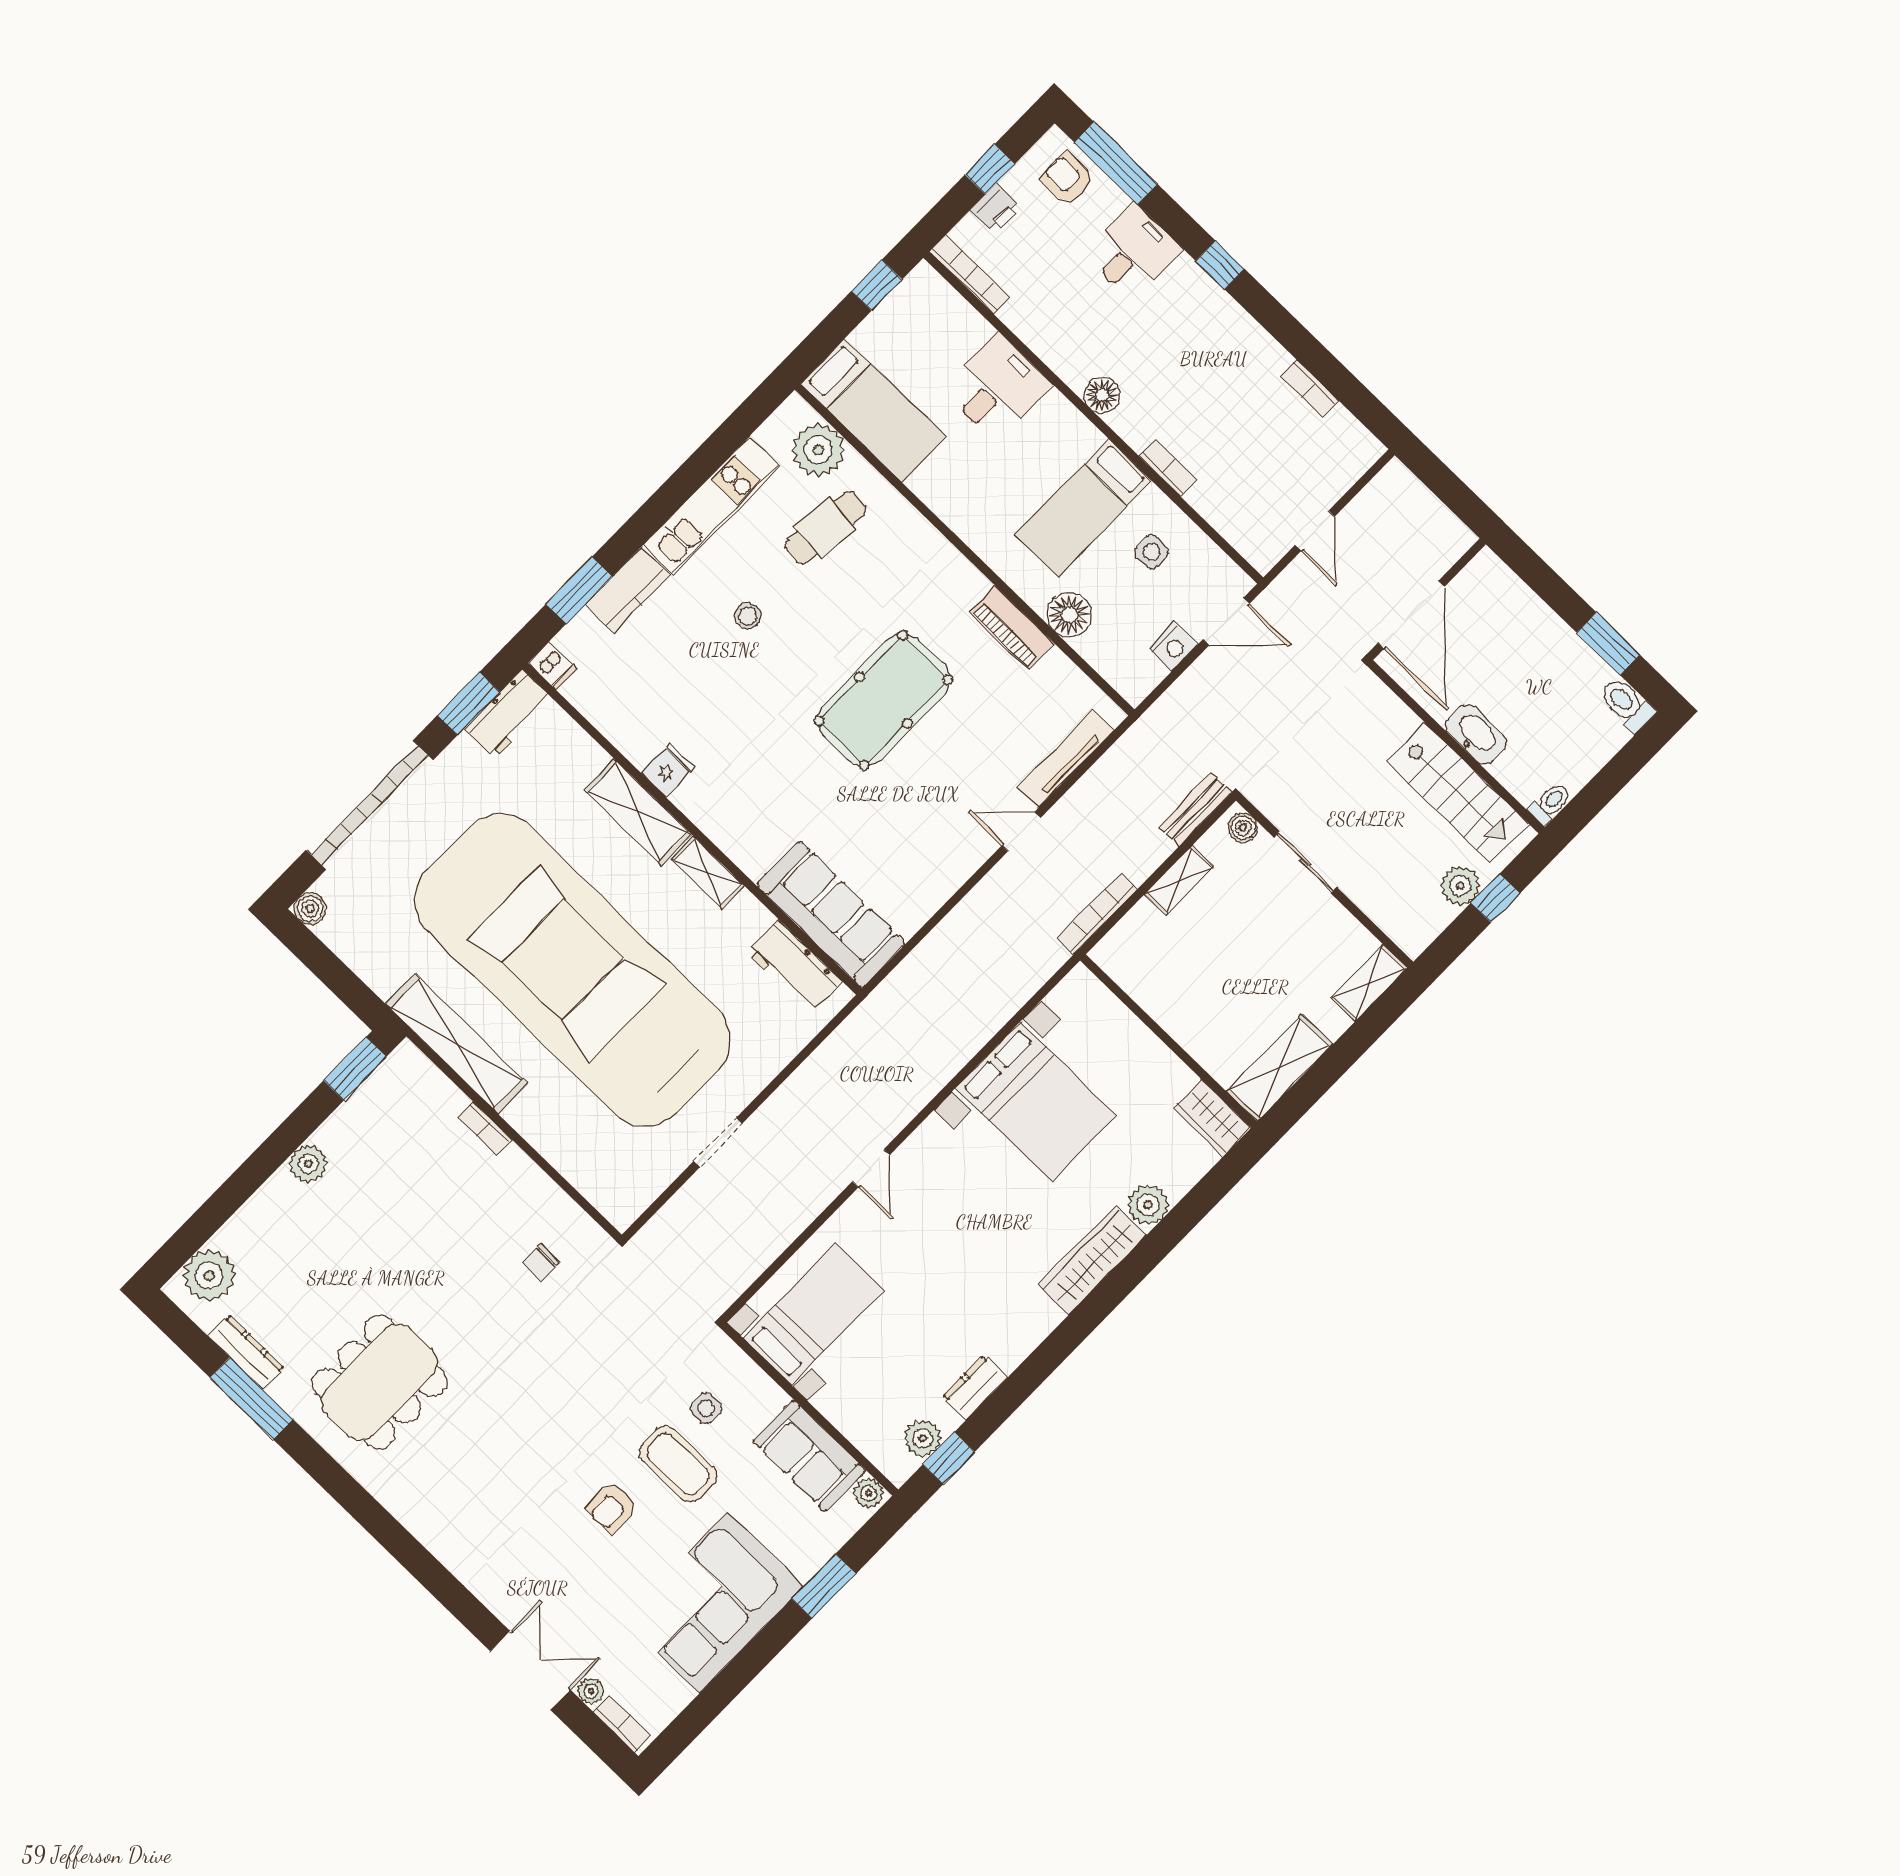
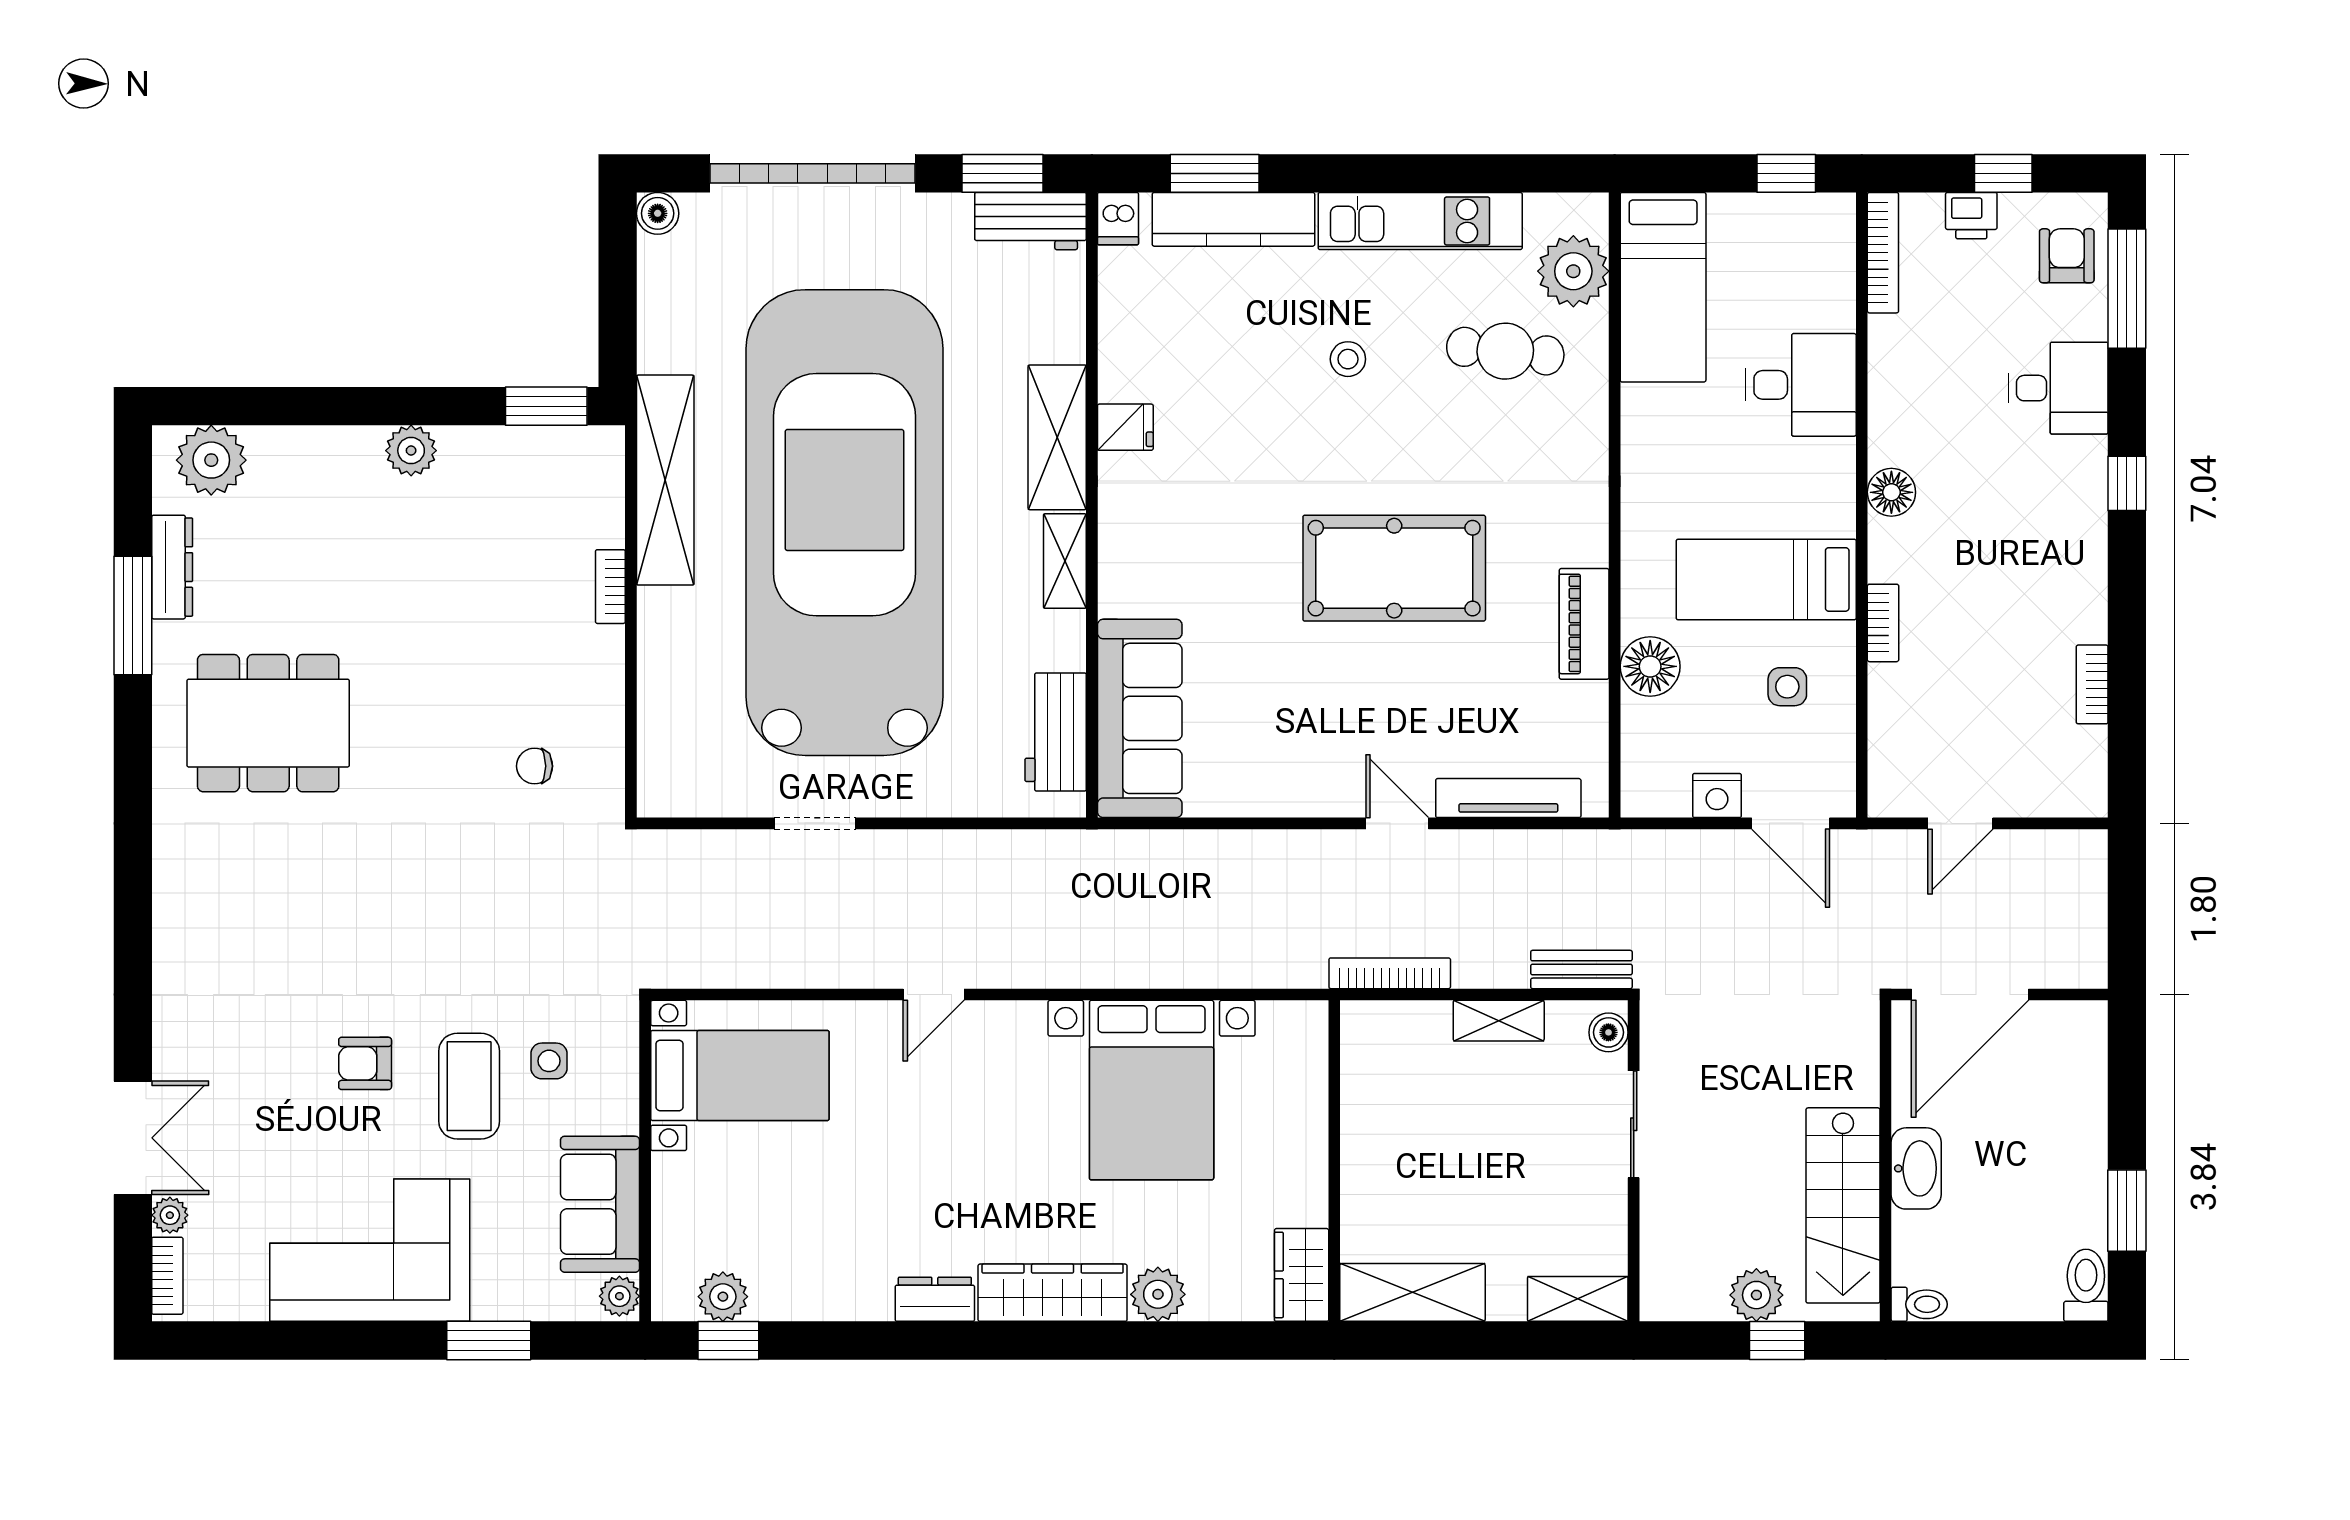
kitchen counter: (627, 590) -> (1233, 219), width x1.50
dresser: (975, 1387) -> (935, 1299), moved

